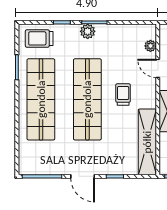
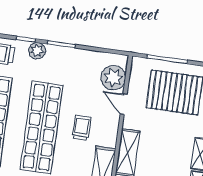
plant: (88, 31) -> (37, 51), moved
plant: (150, 46) -> (113, 78), width x1.87, depth x1.87

